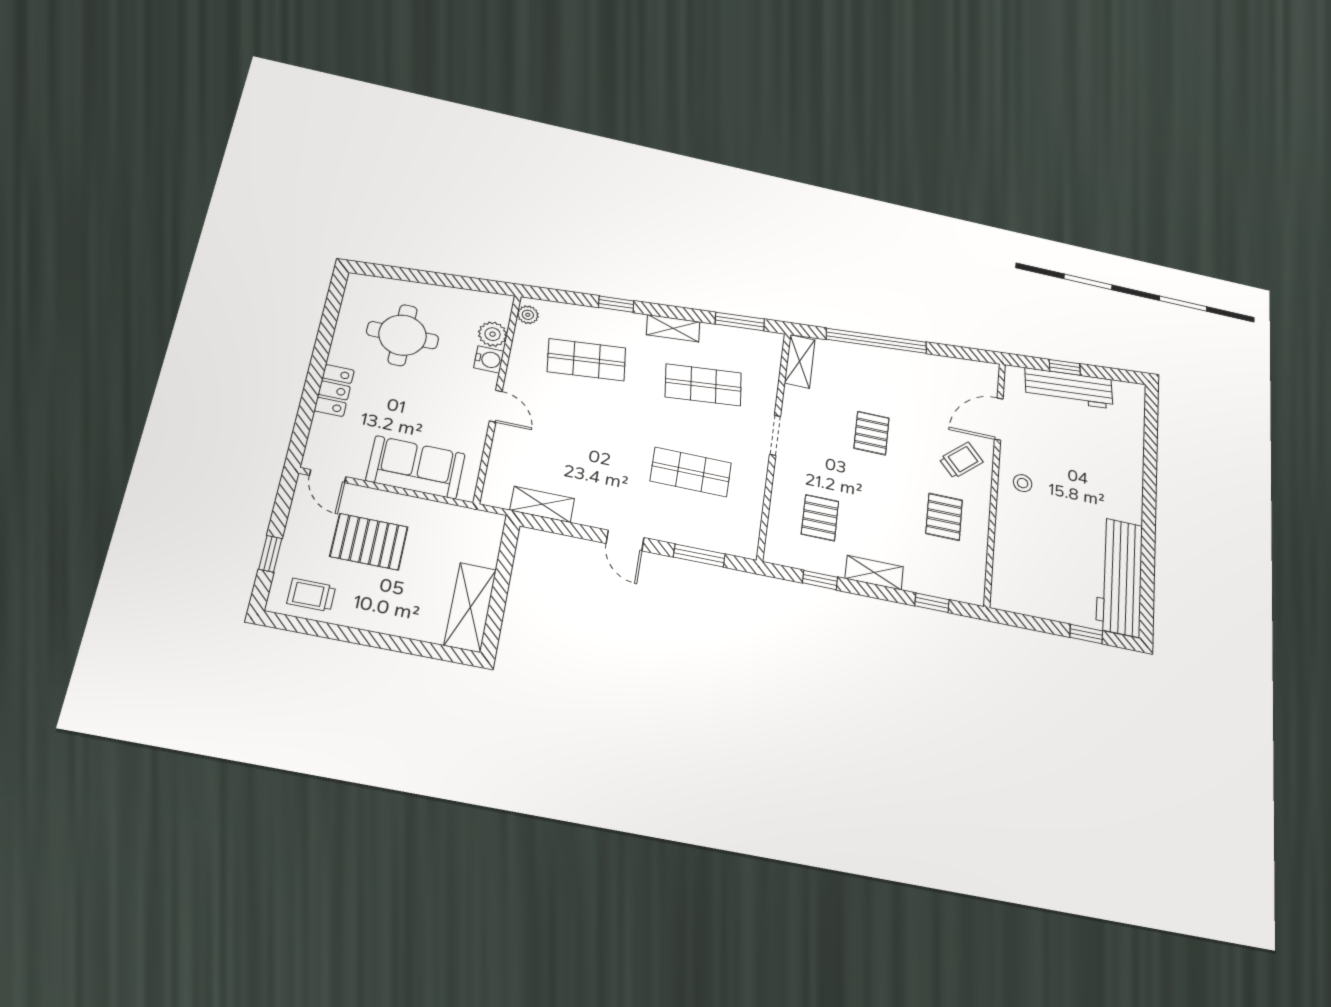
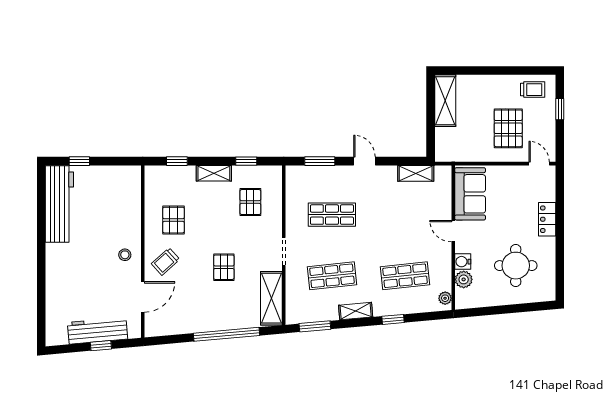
shelving: (800, 361) -> (271, 298), width x1.50, depth x1.33
sofa: (416, 467) -> (470, 194), moved, turned -90
pallet: (369, 542) -> (508, 128), turned 90

